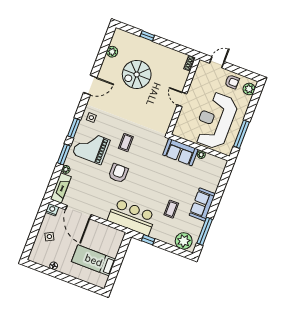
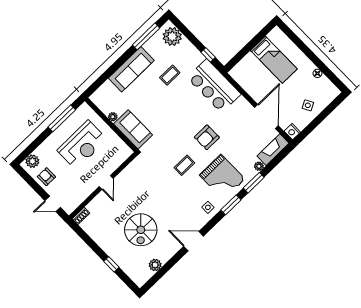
spiral stairs: (137, 74) -> (141, 230), turned 90
reception desk: (215, 121) -> (82, 145), width x0.74, depth x0.77
sofa: (202, 204) -> (131, 69), width x1.36

